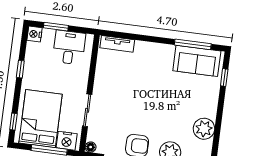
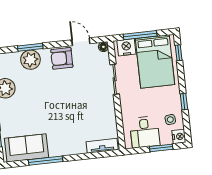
window: (193, 44) -> (46, 161), moved
side table: (39, 54) -> (170, 120), added

